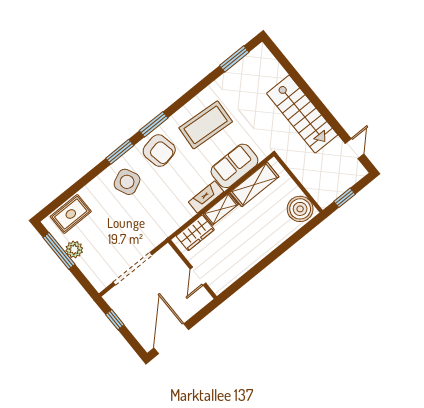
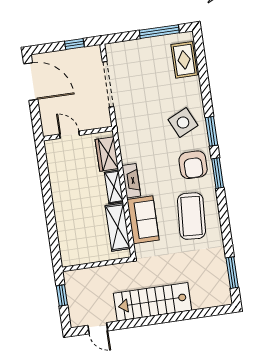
armchair: (159, 151) -> (193, 165), turned -79
boiler: (300, 209) -> (75, 253), removed
plant: (74, 249) -> (153, 45), removed

